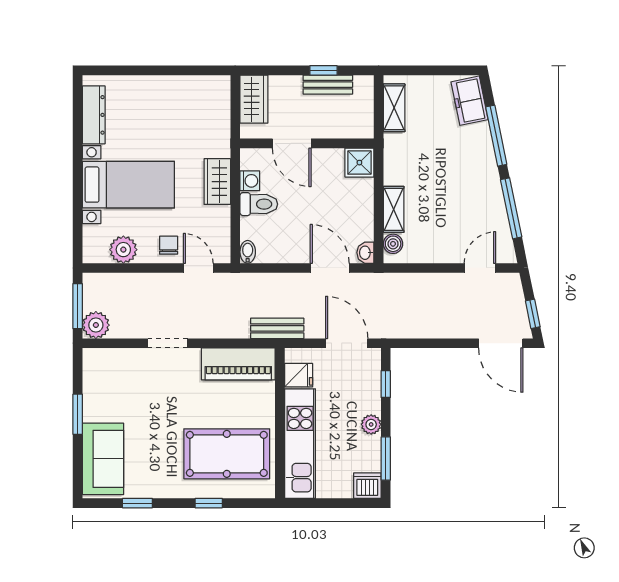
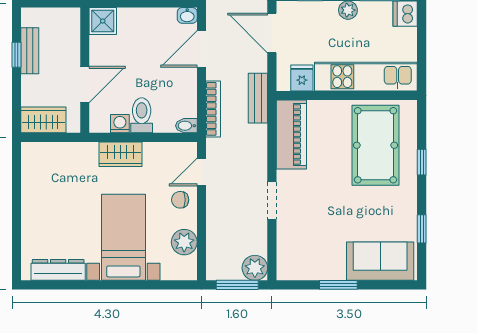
bookcase: (266, 280) -> (213, 109), added
door: (347, 343) -> (272, 33), hinge flipped

